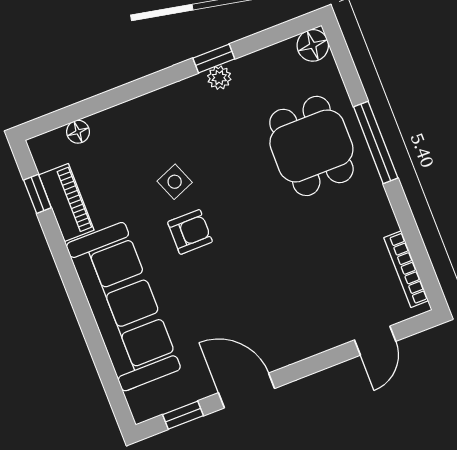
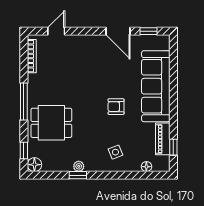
window: (346, 66) -> (24, 150), added
window: (376, 142) -> (24, 102), moved
dining table: (311, 146) -> (51, 123), turned 90
side table: (175, 182) -> (115, 152), moved

